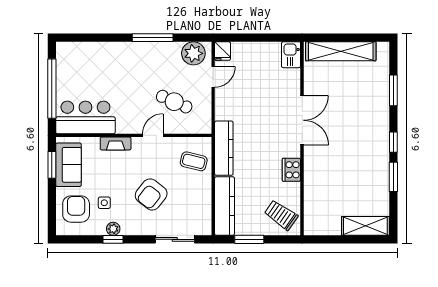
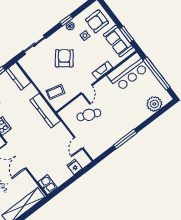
fridge: (223, 51) -> (75, 167), moved
plant: (193, 53) -> (154, 104), moved
kitchen counter: (224, 206) -> (18, 76), width x0.67
armchair: (76, 209) -> (97, 21), turned 90

